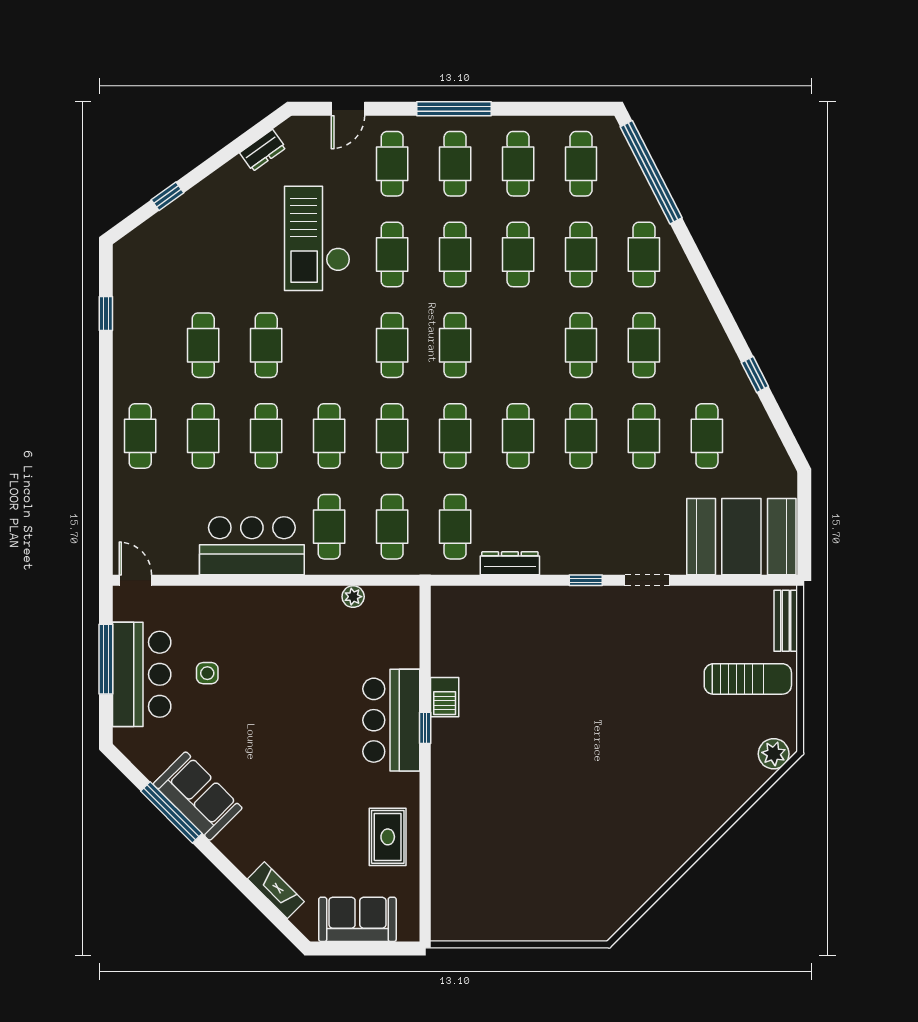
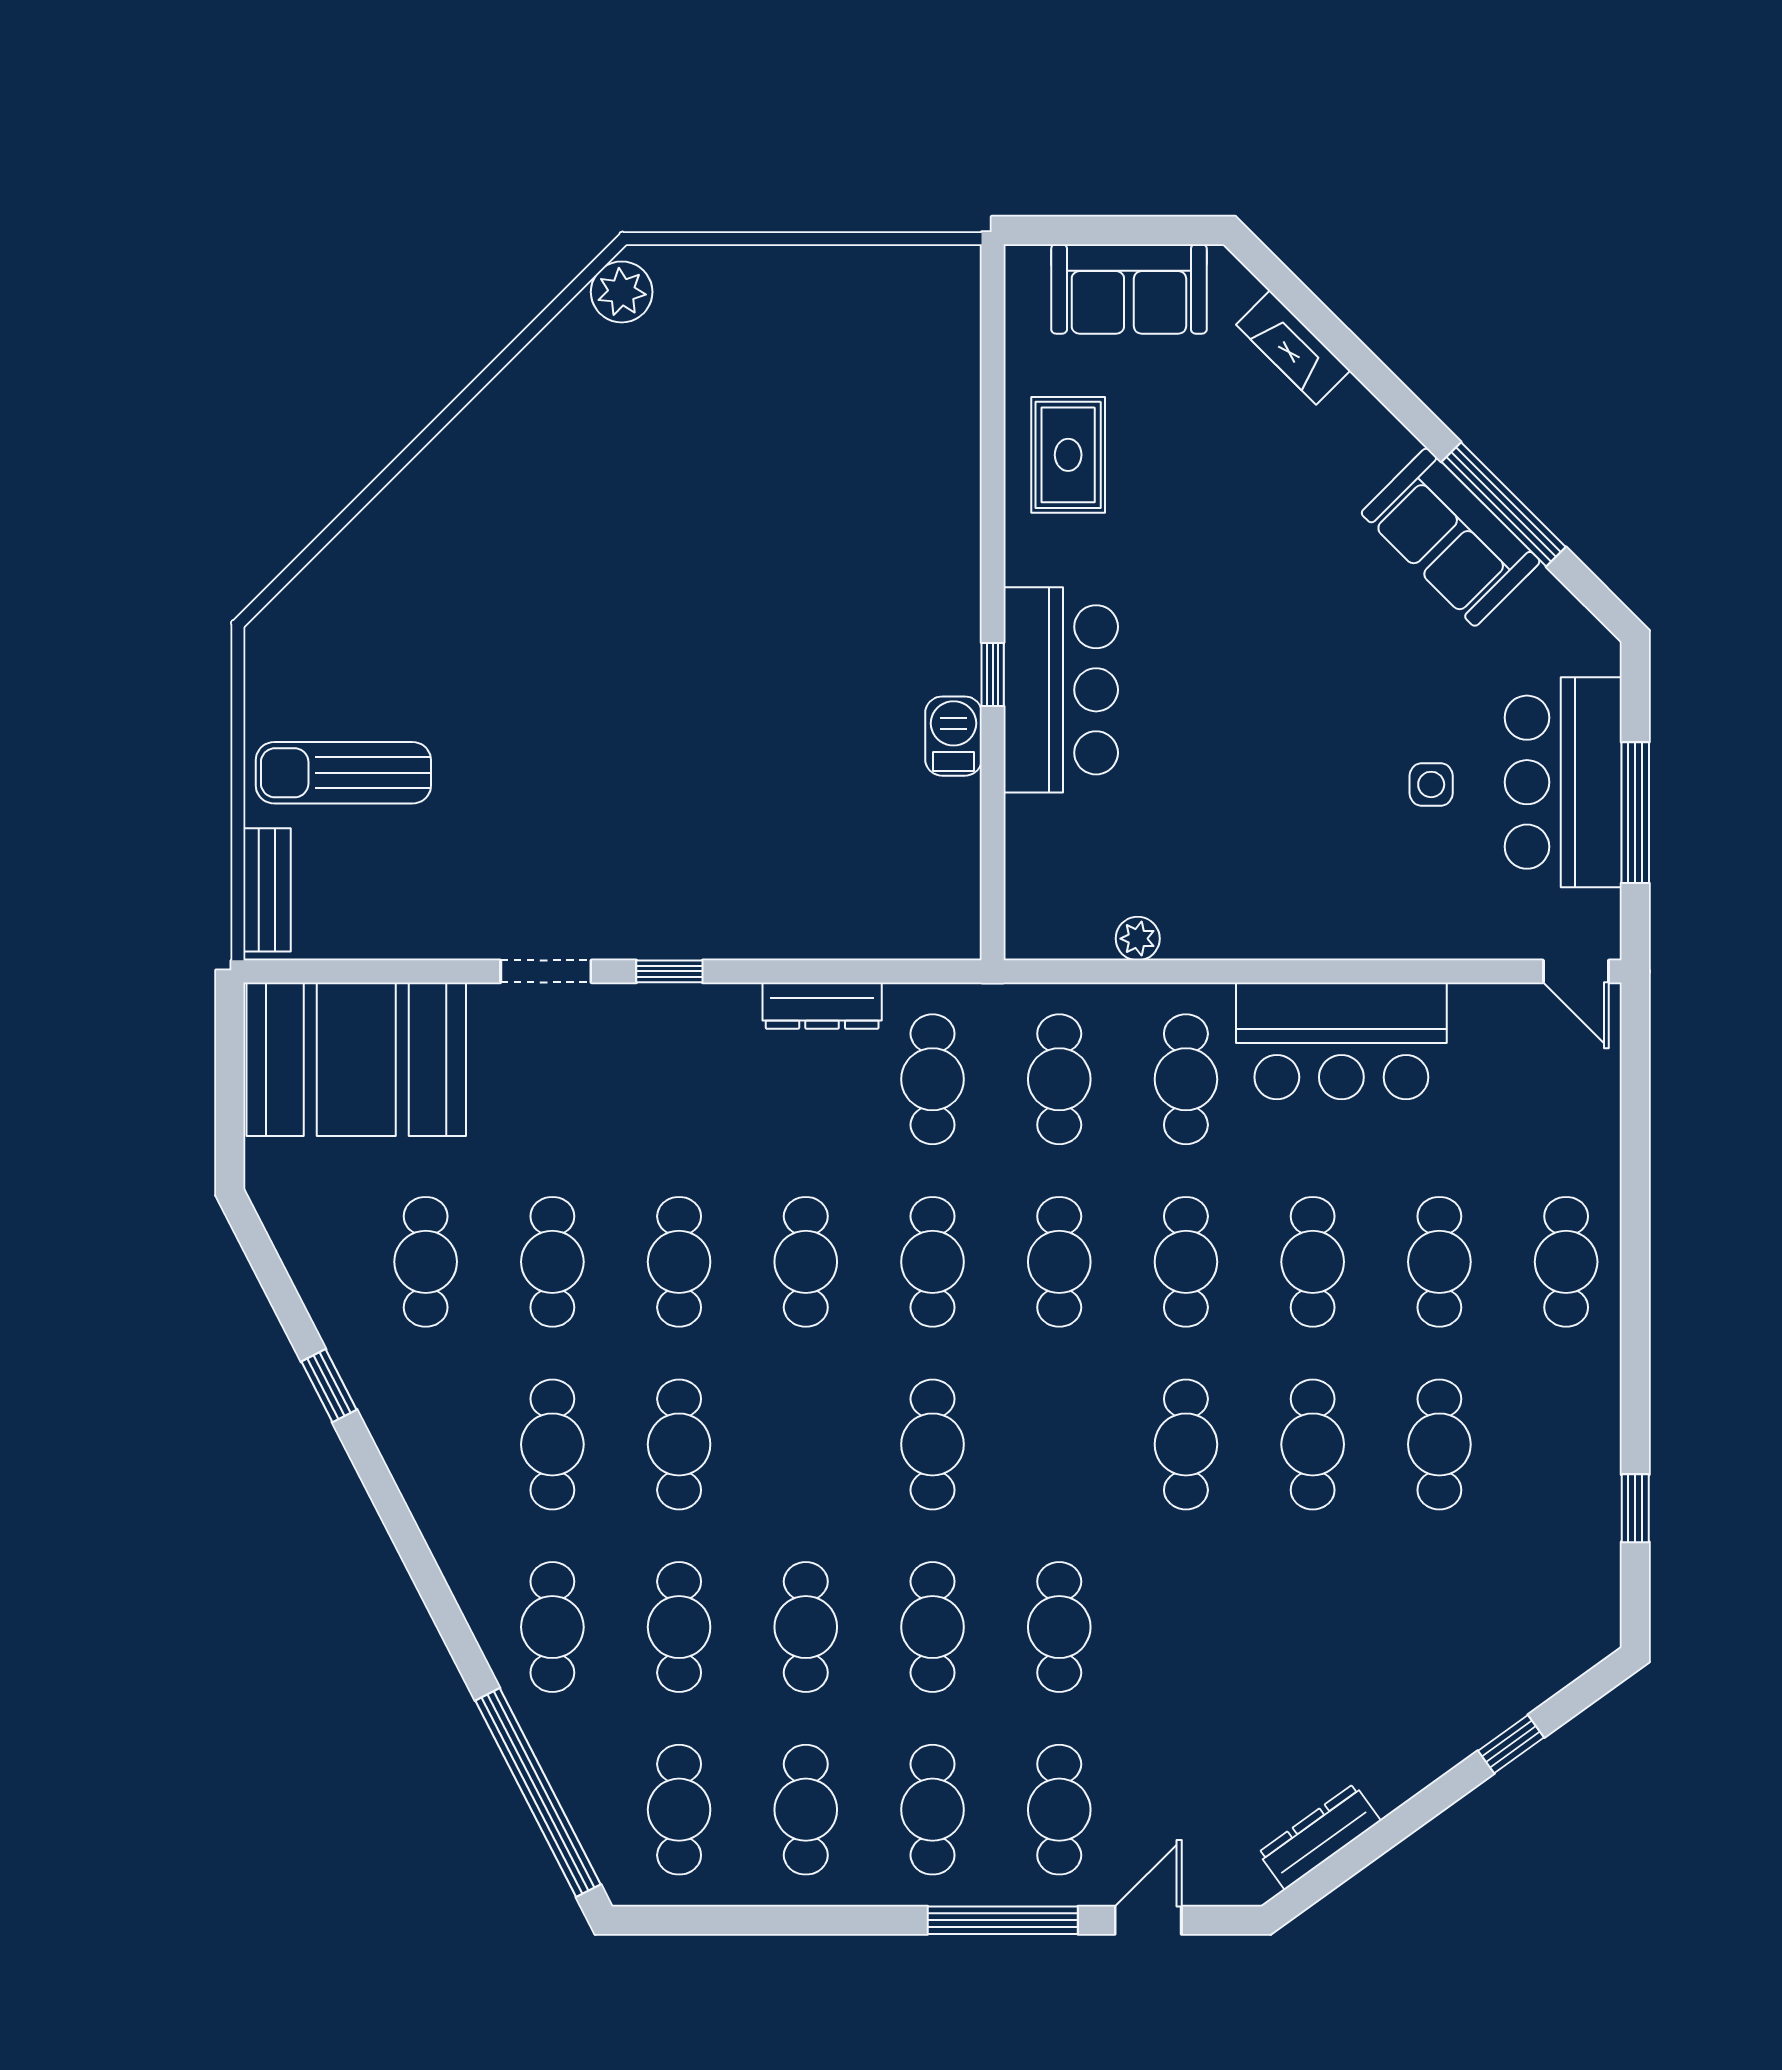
window: (454, 109) -> (1003, 1920), moved
dresser: (263, 150) -> (1319, 1837), width x1.44
checkout: (317, 238) -> (1210, 1659), removed
cafe table: (392, 345) -> (1186, 1444), moved
plant: (774, 754) -> (622, 292), moved

